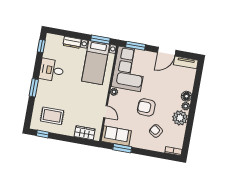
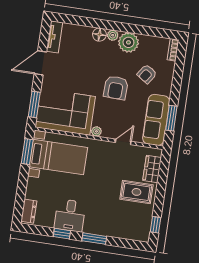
dresser: (72, 42) -> (29, 211), moved
window: (41, 46) -> (62, 234), moved
door: (167, 51) -> (40, 63), swing flipped
rug: (52, 116) -> (136, 192), moved, turned 90
sofa: (116, 136) -> (156, 120), width x1.36

